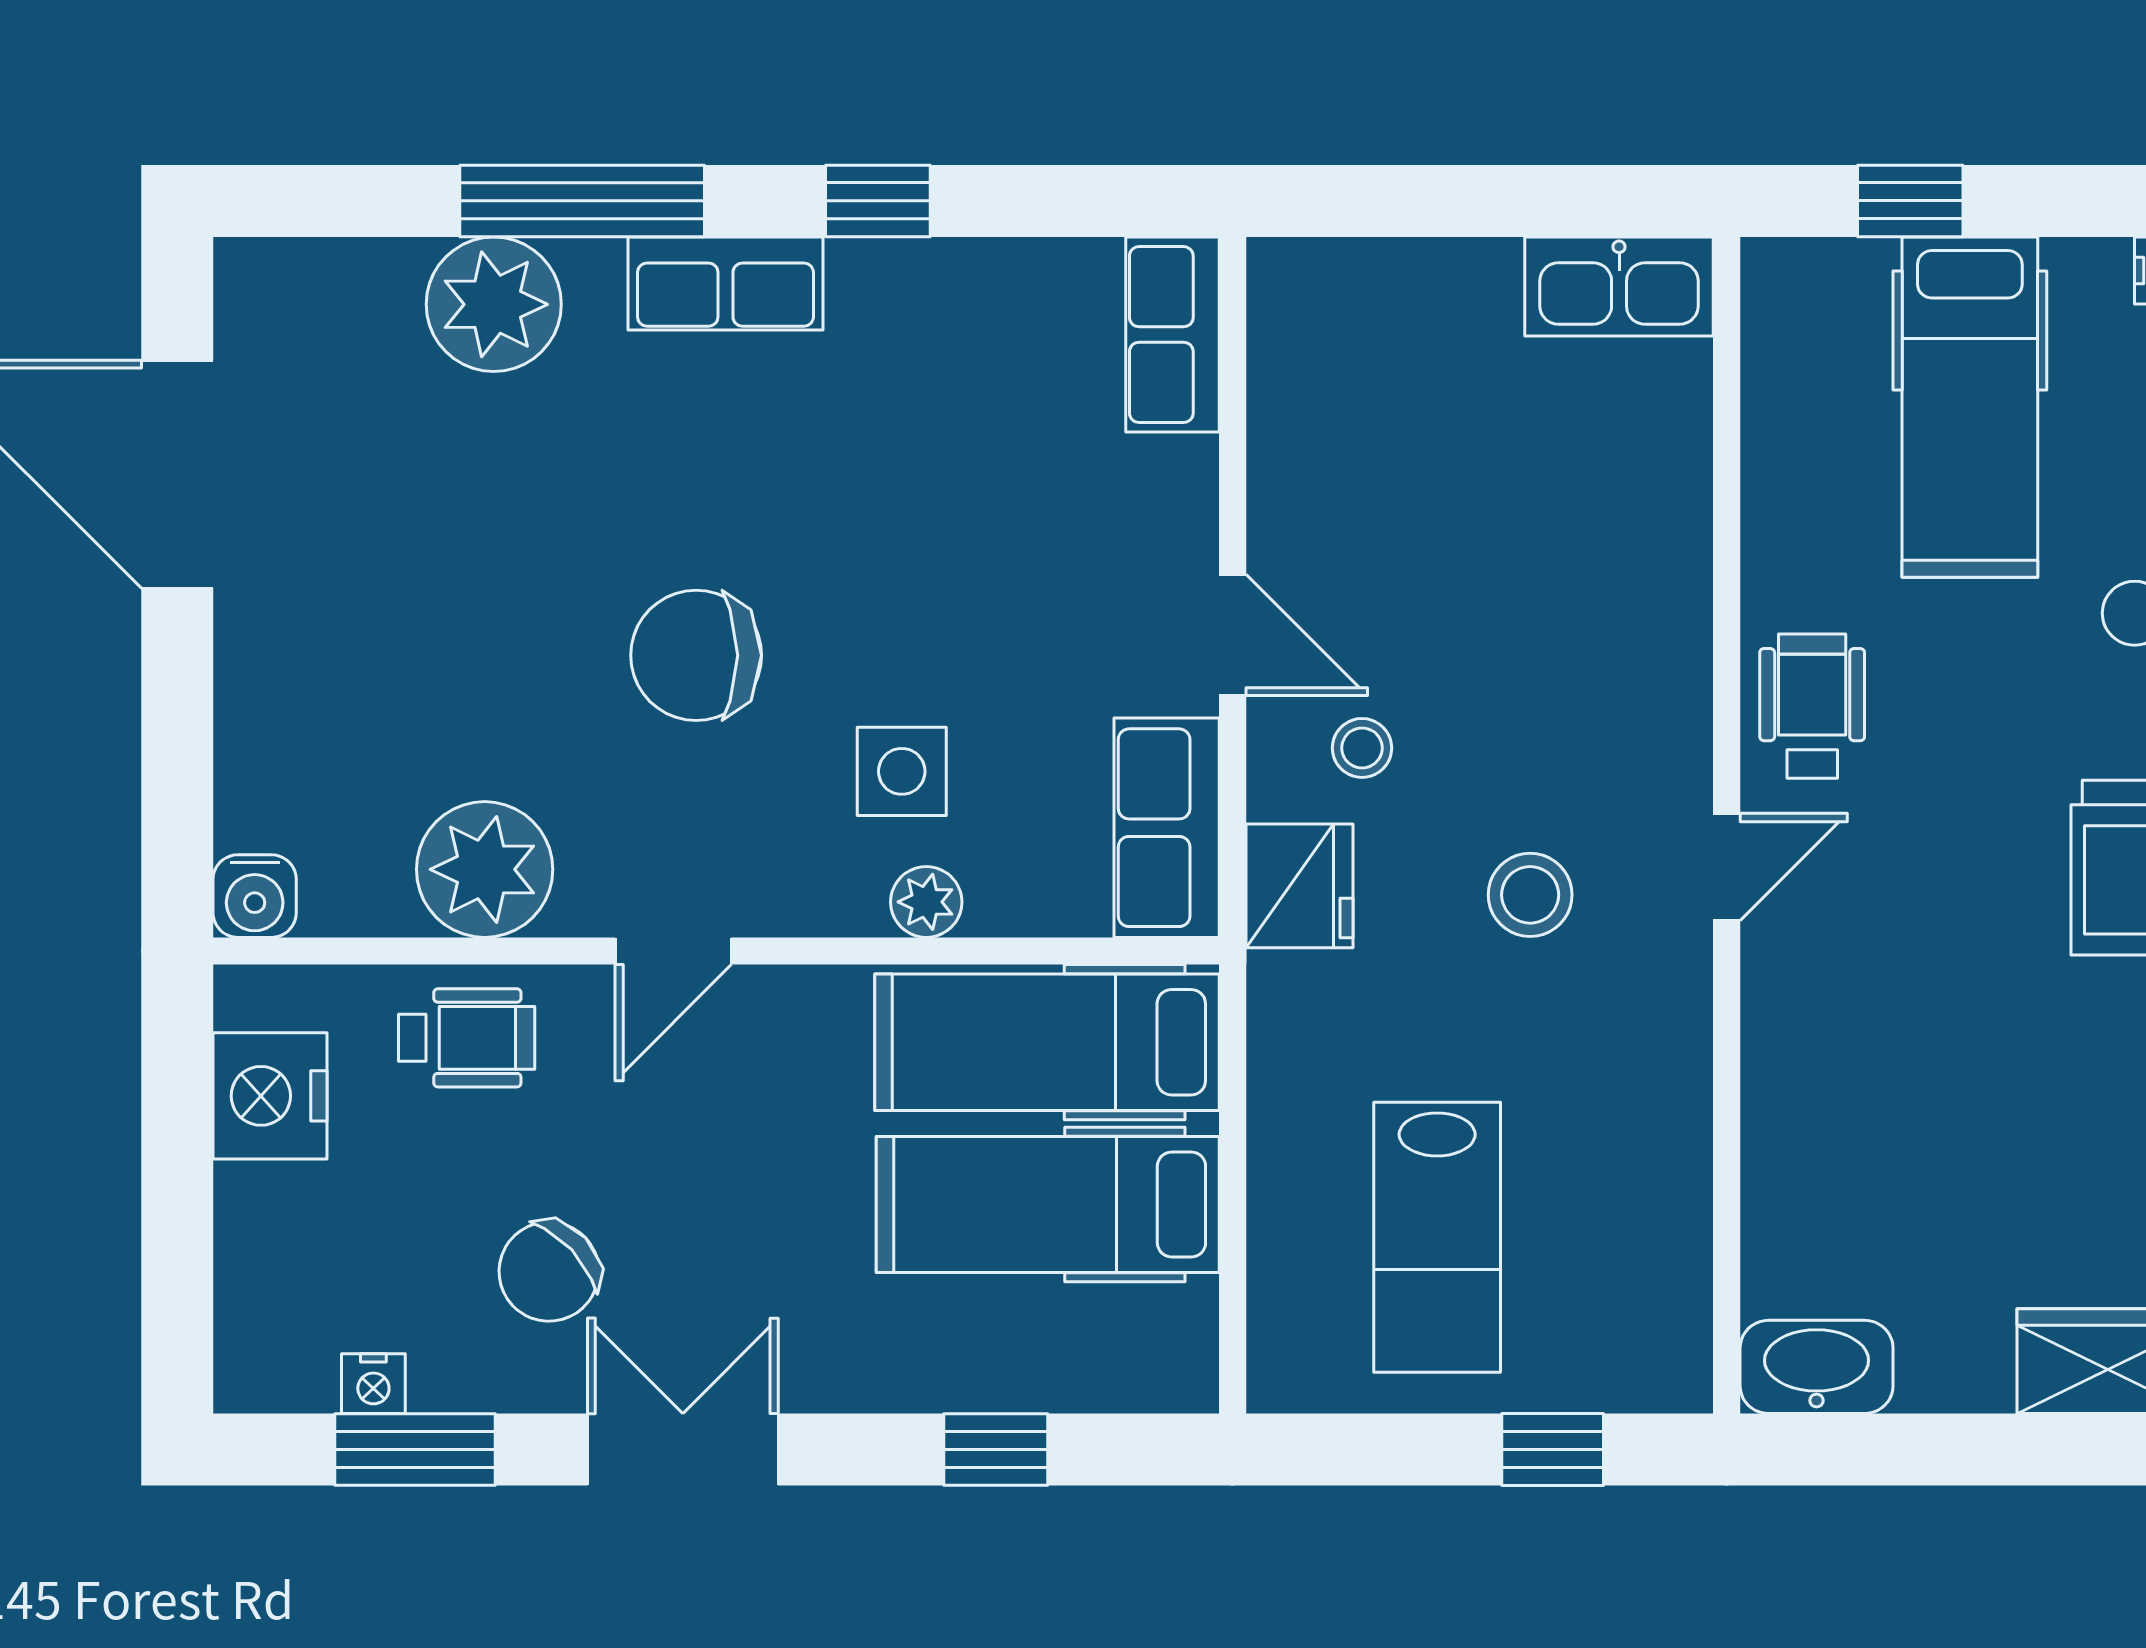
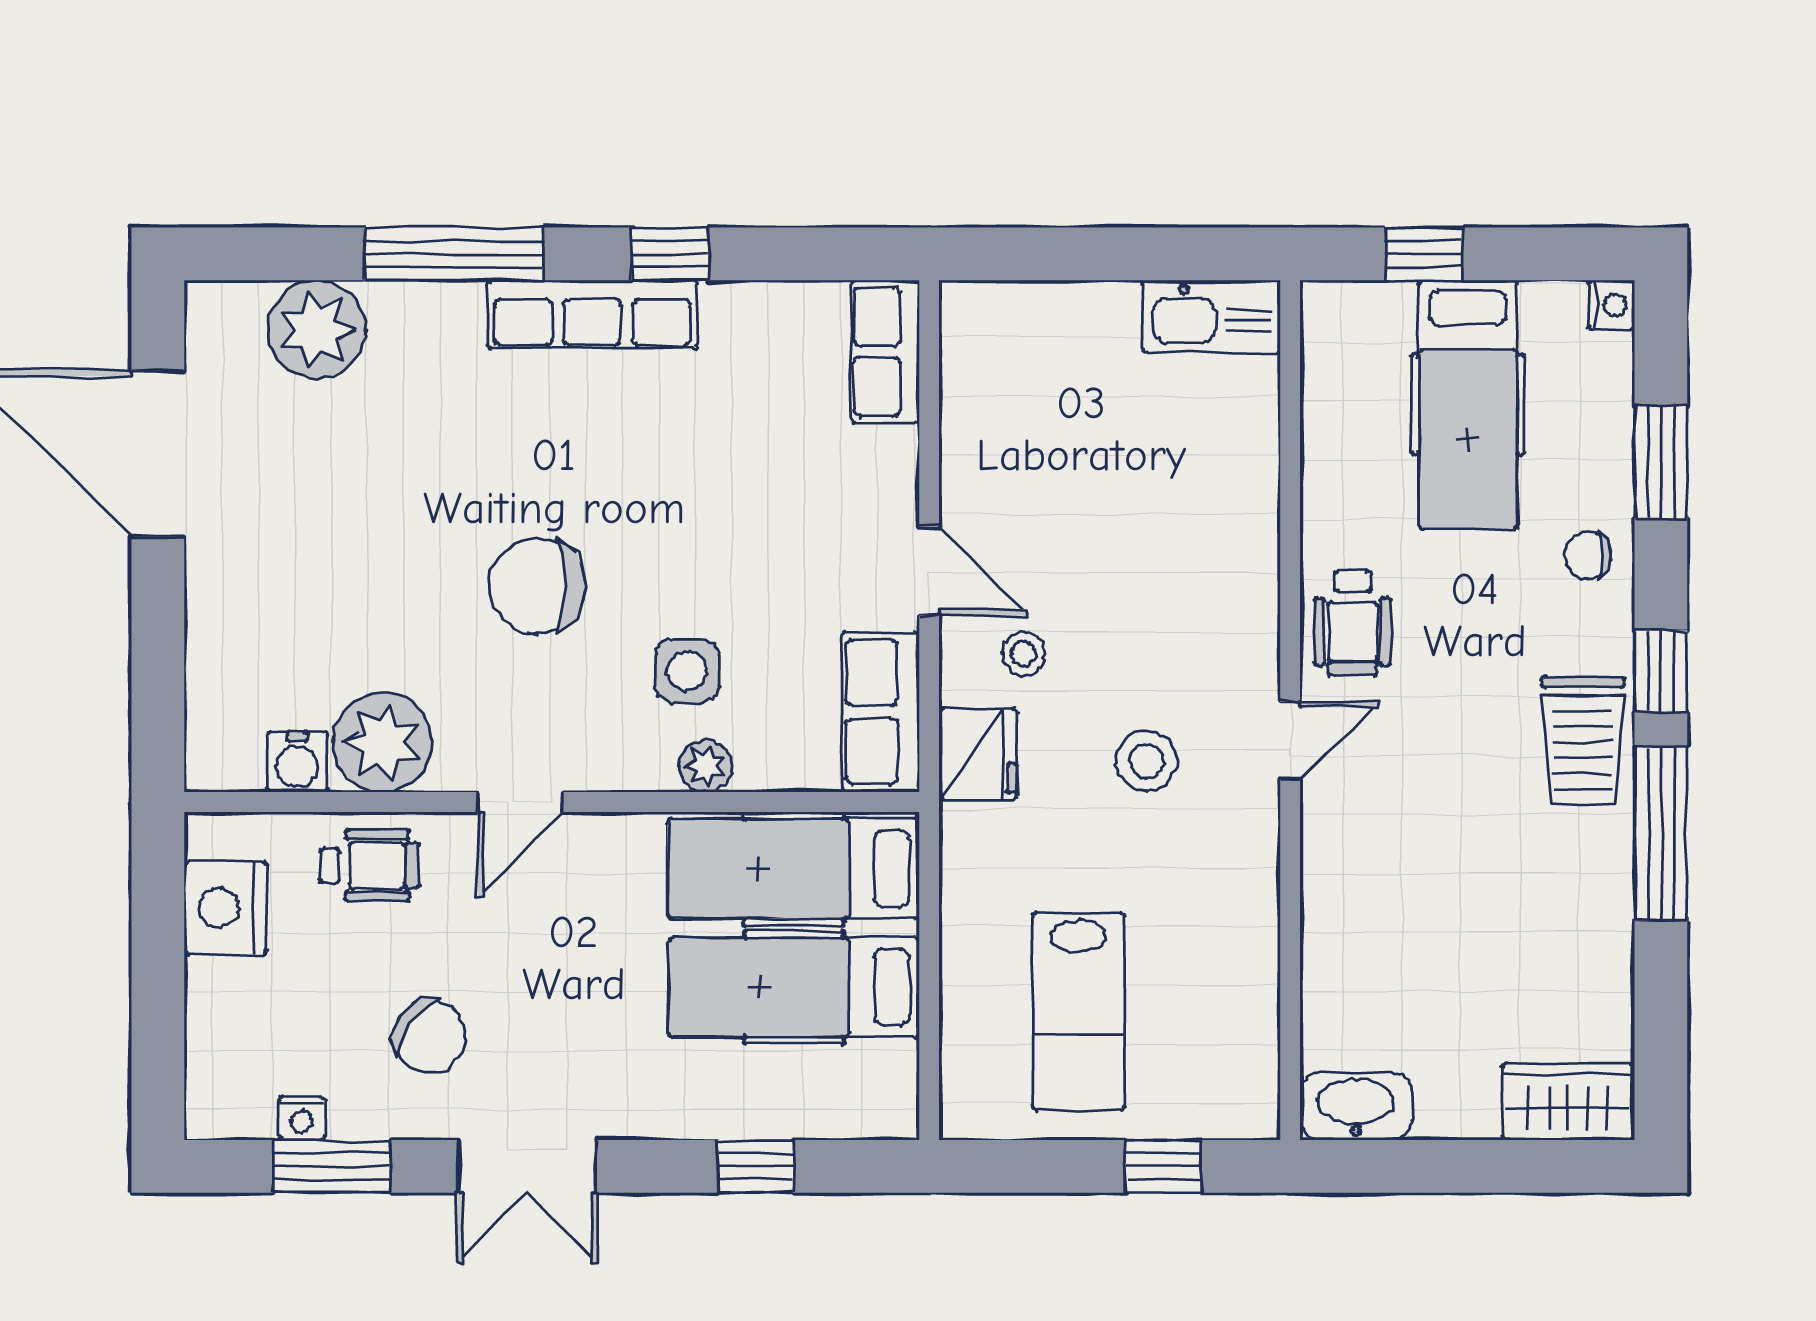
row of seats: (725, 283) -> (593, 314), width x1.48
plant: (494, 304) -> (317, 329), moved
wheelchair: (1812, 706) -> (1353, 623), turned 180
water cooler: (255, 896) -> (297, 762), moved
chair: (549, 1272) -> (429, 1036), turned -101
double door: (683, 1449) -> (527, 1166), swing flipped

